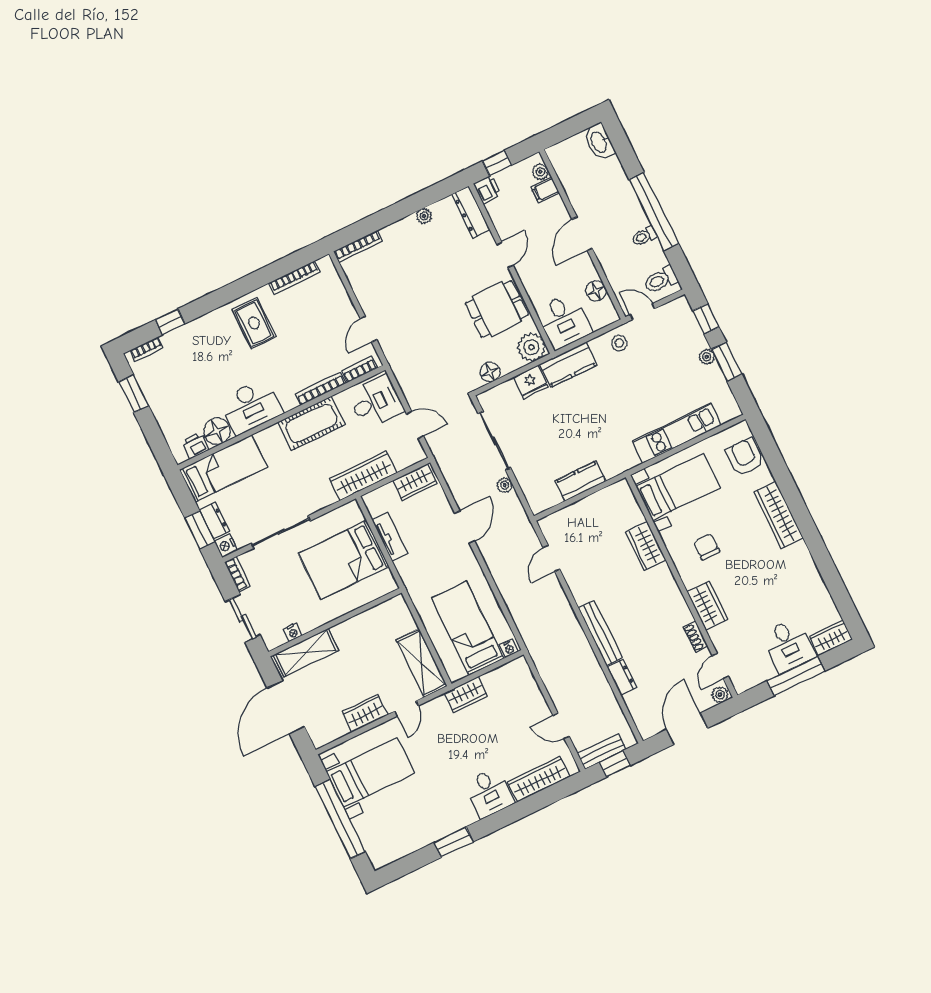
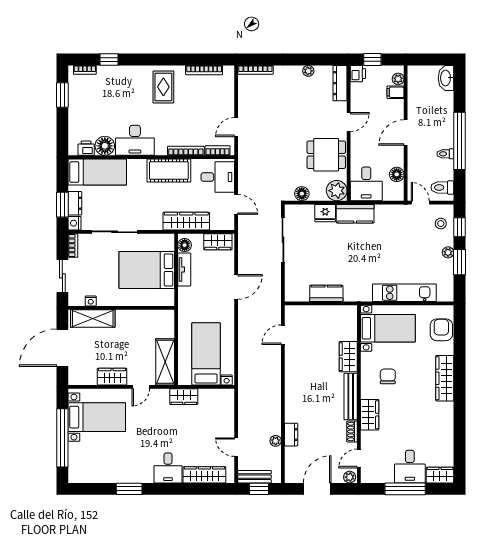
stool: (619, 343) -> (441, 224), moved
plant: (505, 485) -> (276, 441), moved
floor lamp: (376, 506) -> (185, 245), added
bench: (600, 633) -> (351, 396), moved

